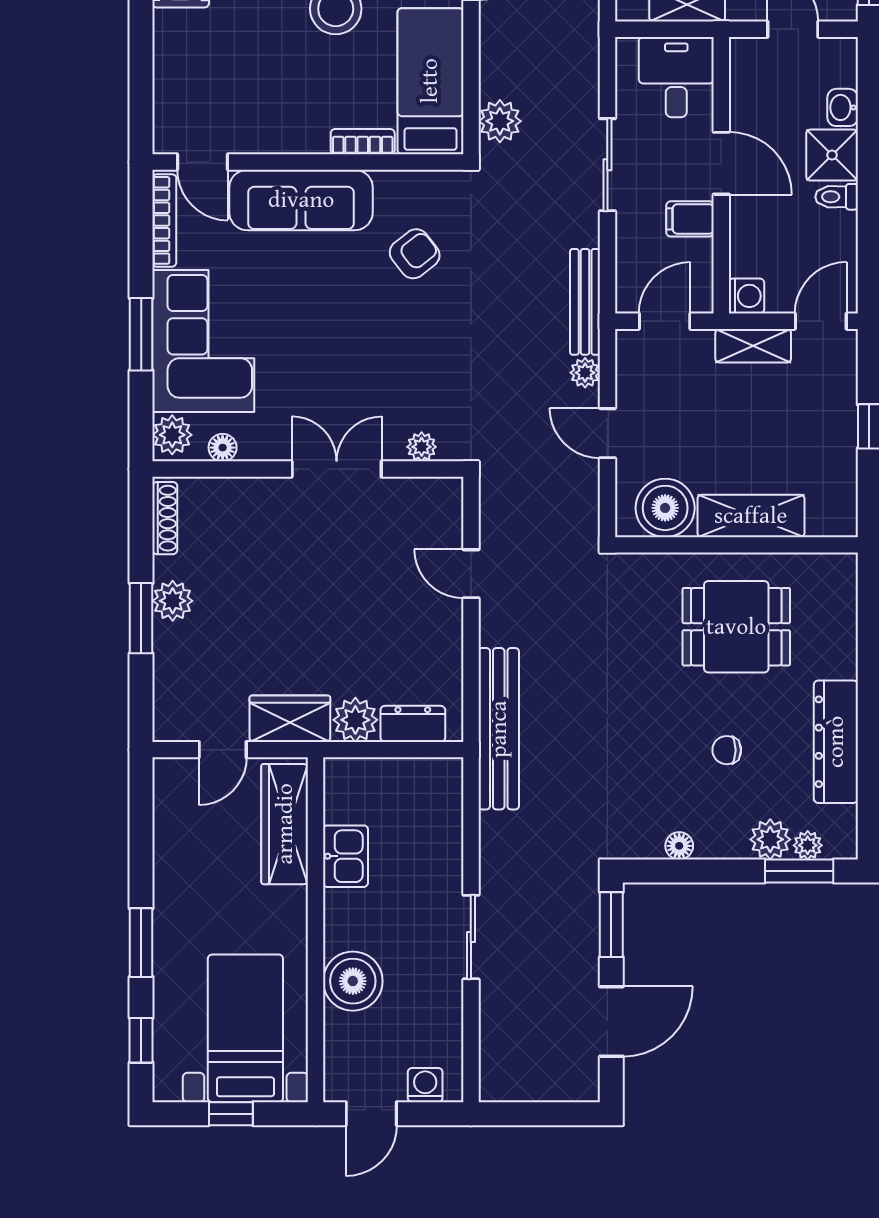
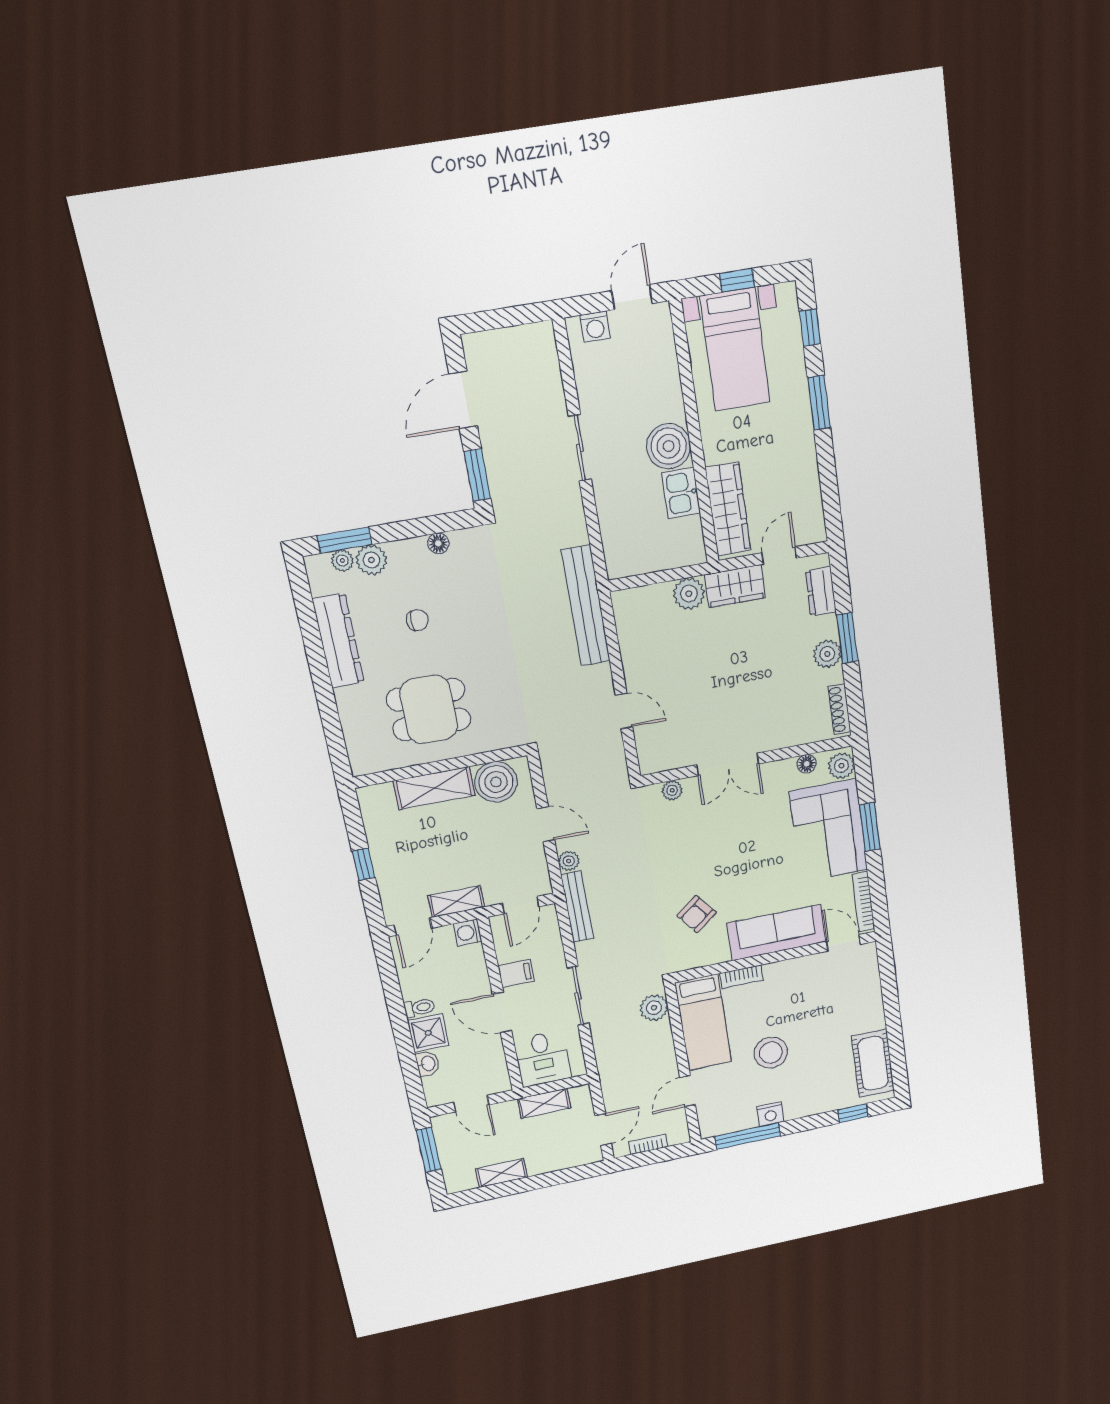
dresser: (413, 724) -> (821, 591), moved, turned 90
boiler: (353, 981) -> (669, 446), moved

